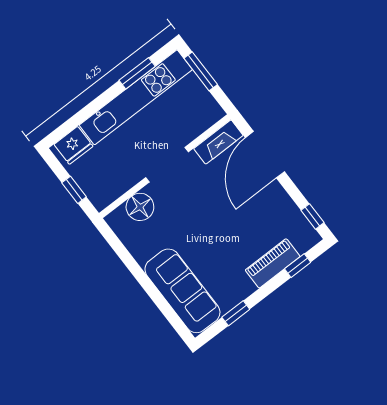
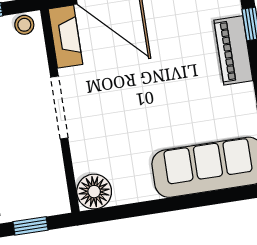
stool: (211, 109) -> (24, 25), added
floor lamp: (140, 207) -> (94, 192), moved

